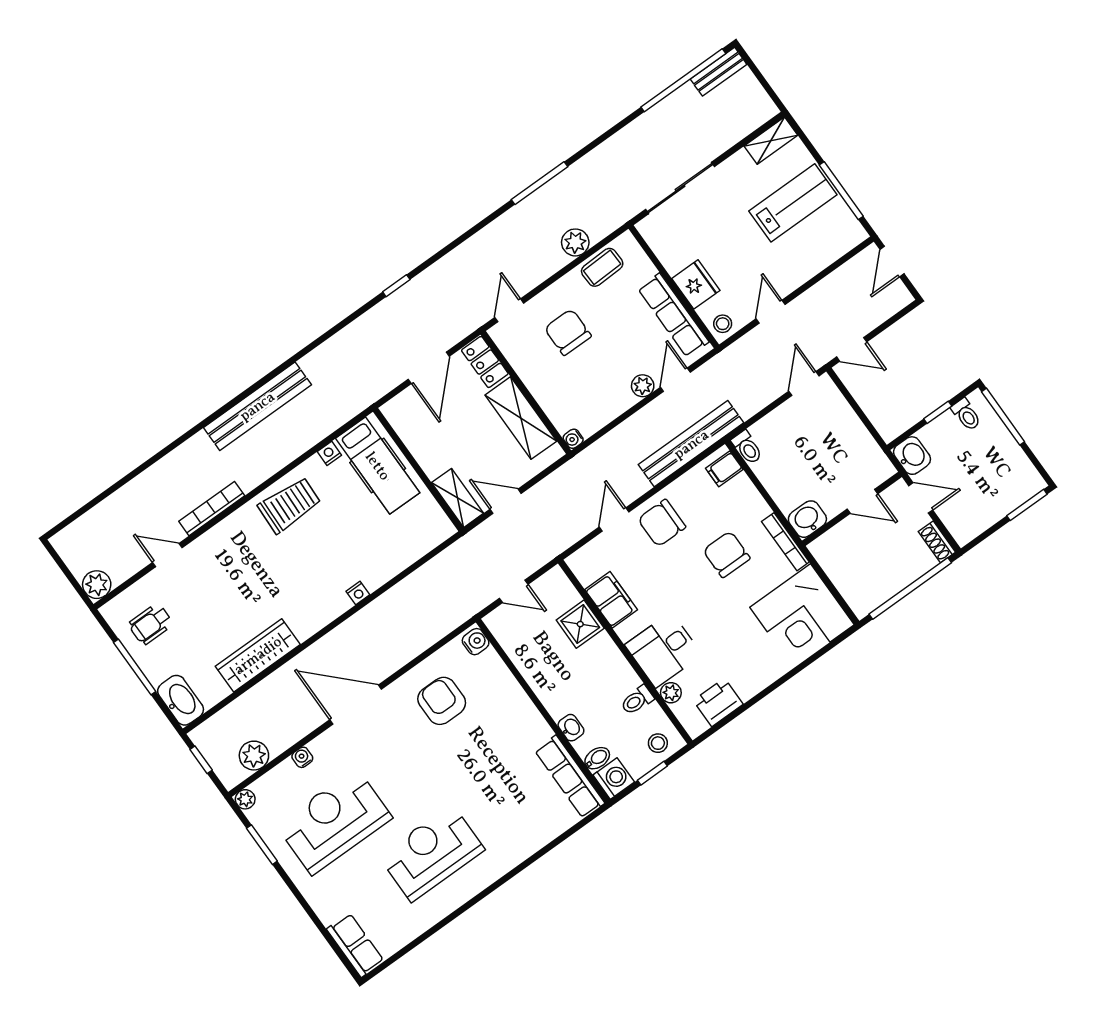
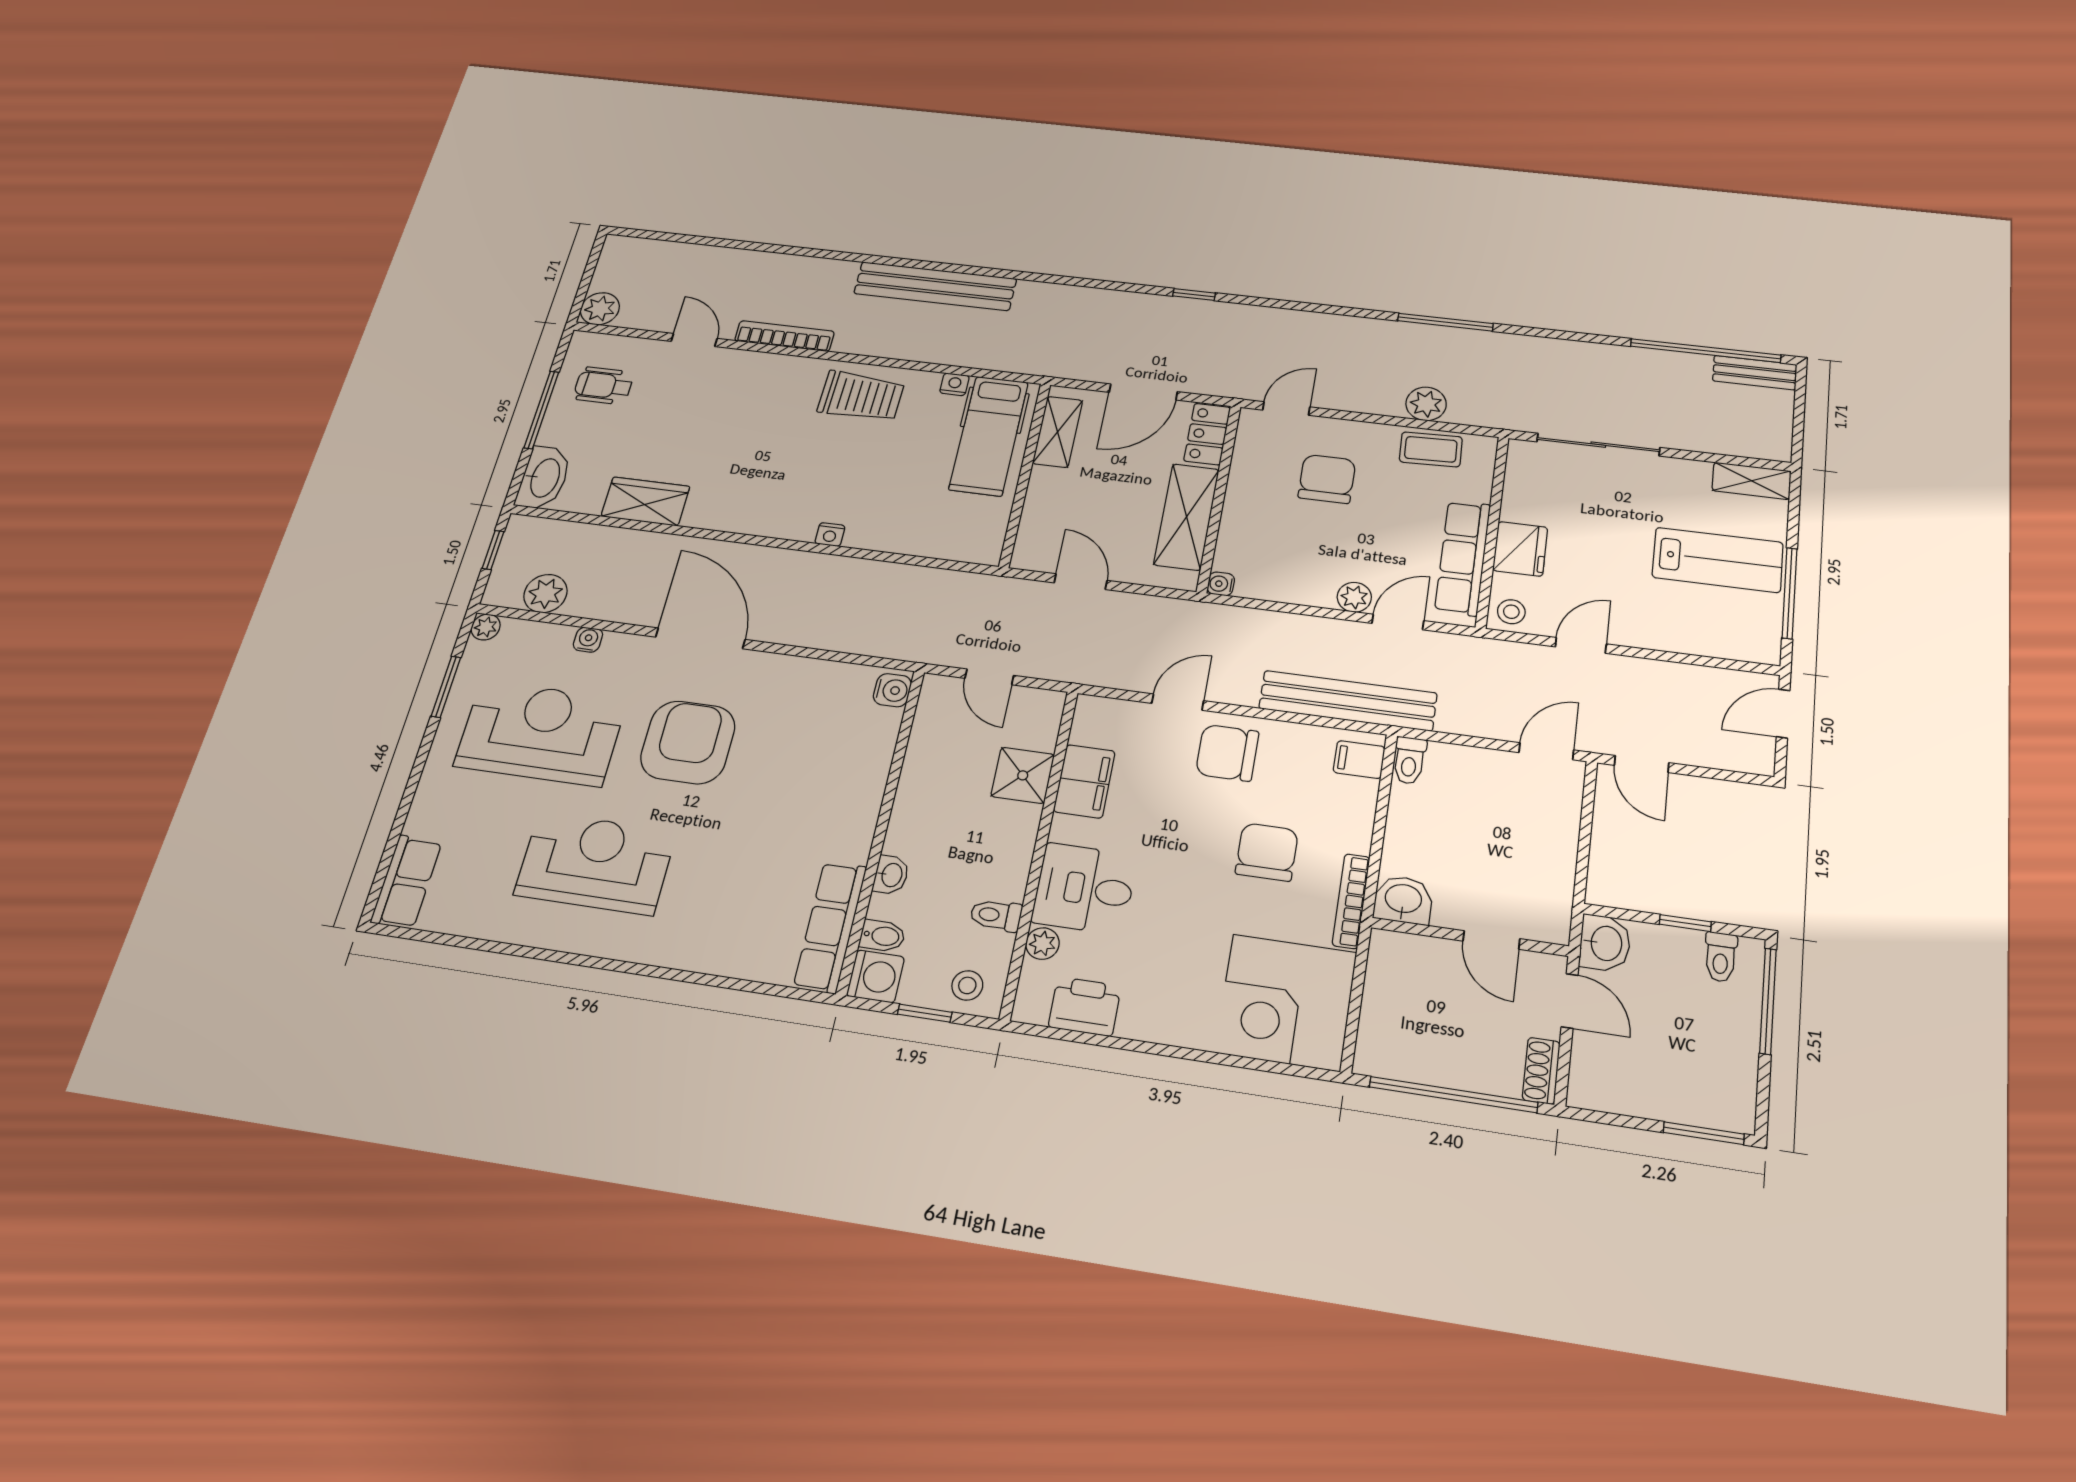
shelving: (458, 498) -> (1058, 432), moved
wardrobe: (258, 655) -> (645, 501), width x0.67
armchair: (442, 701) -> (688, 742), moved, width x1.36, depth x1.36

